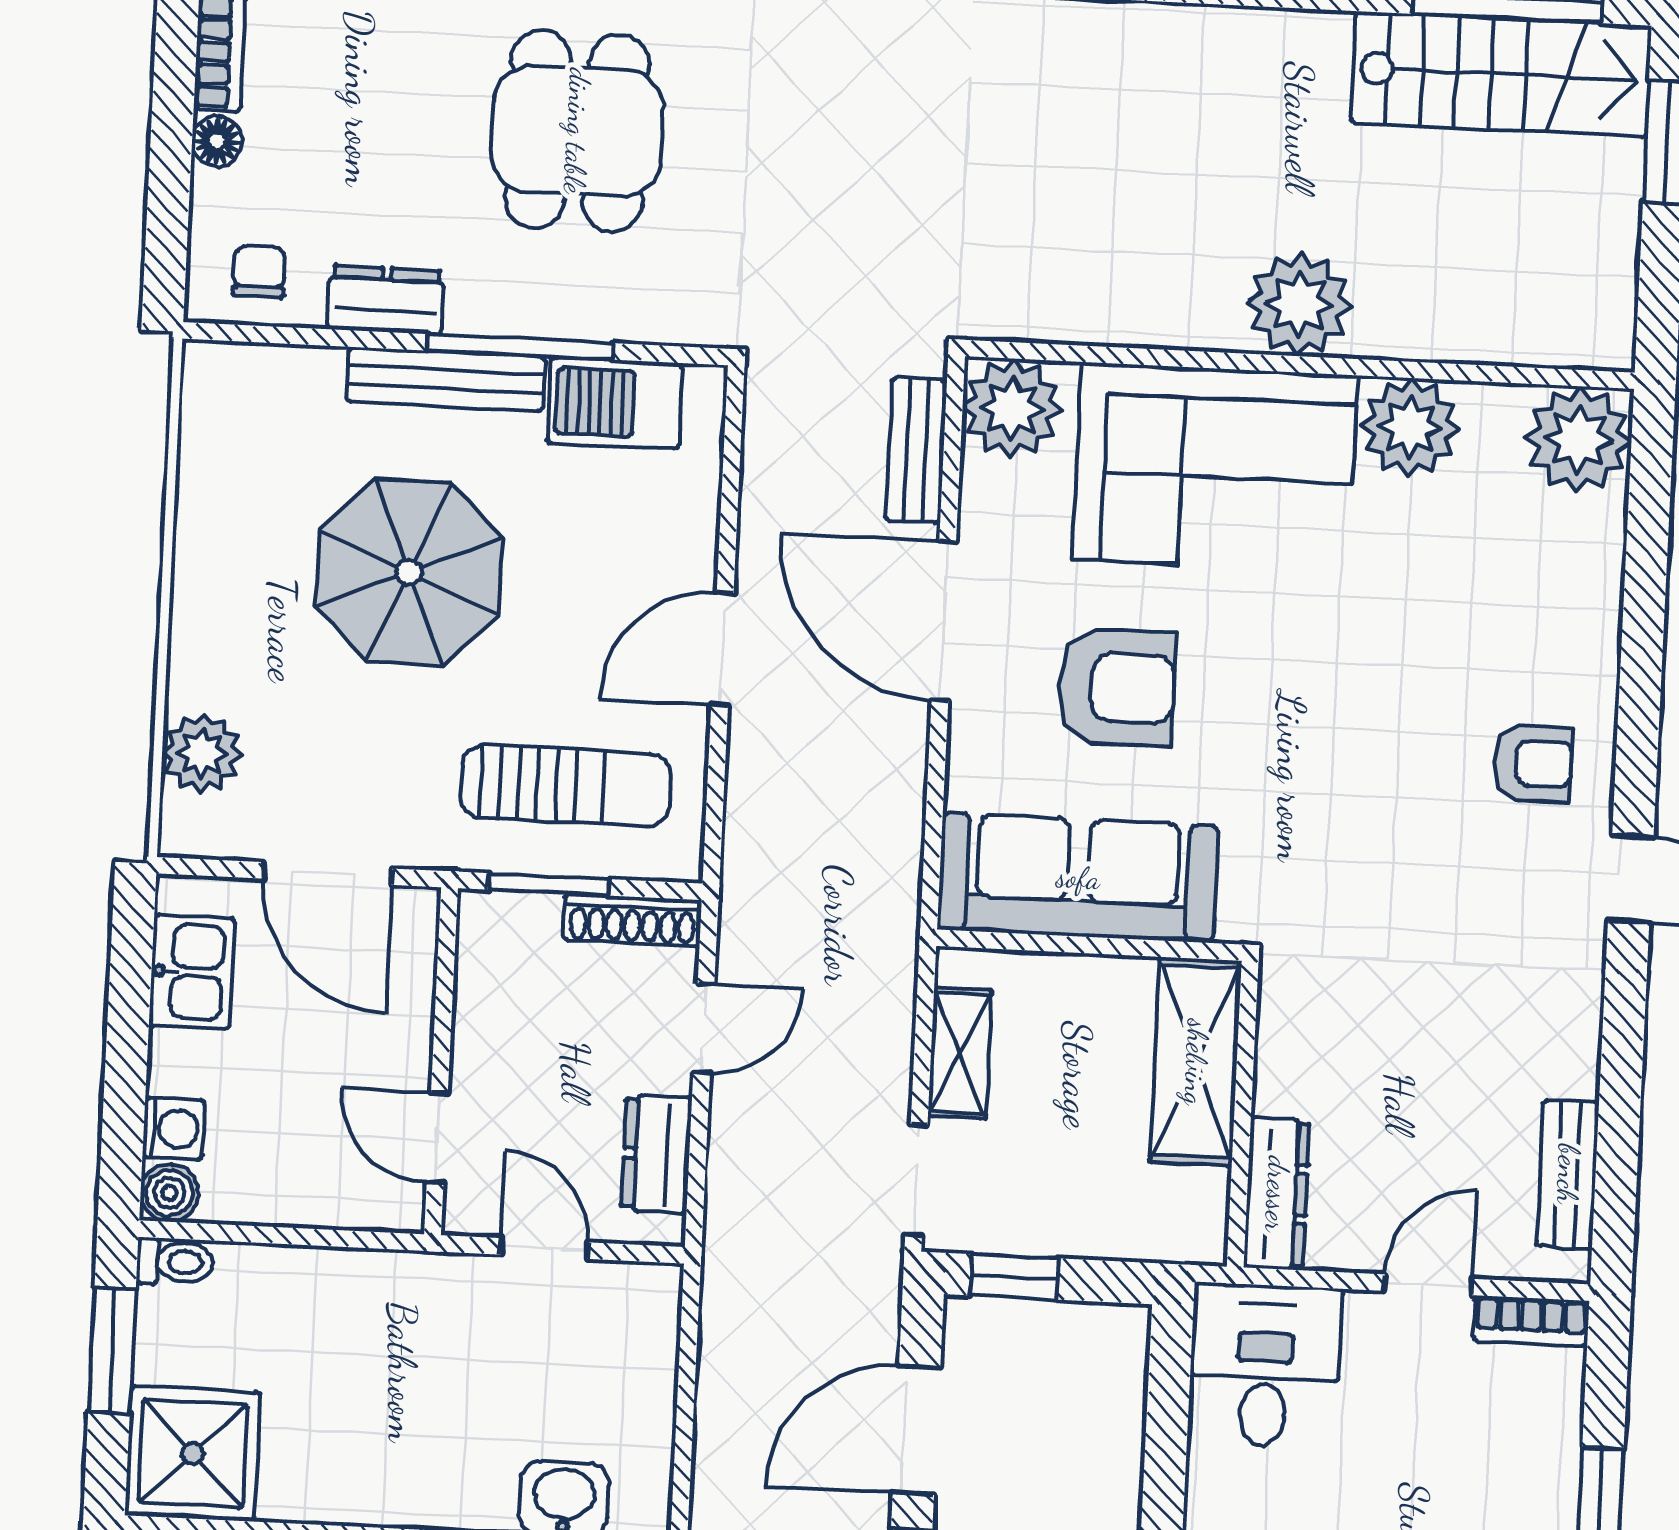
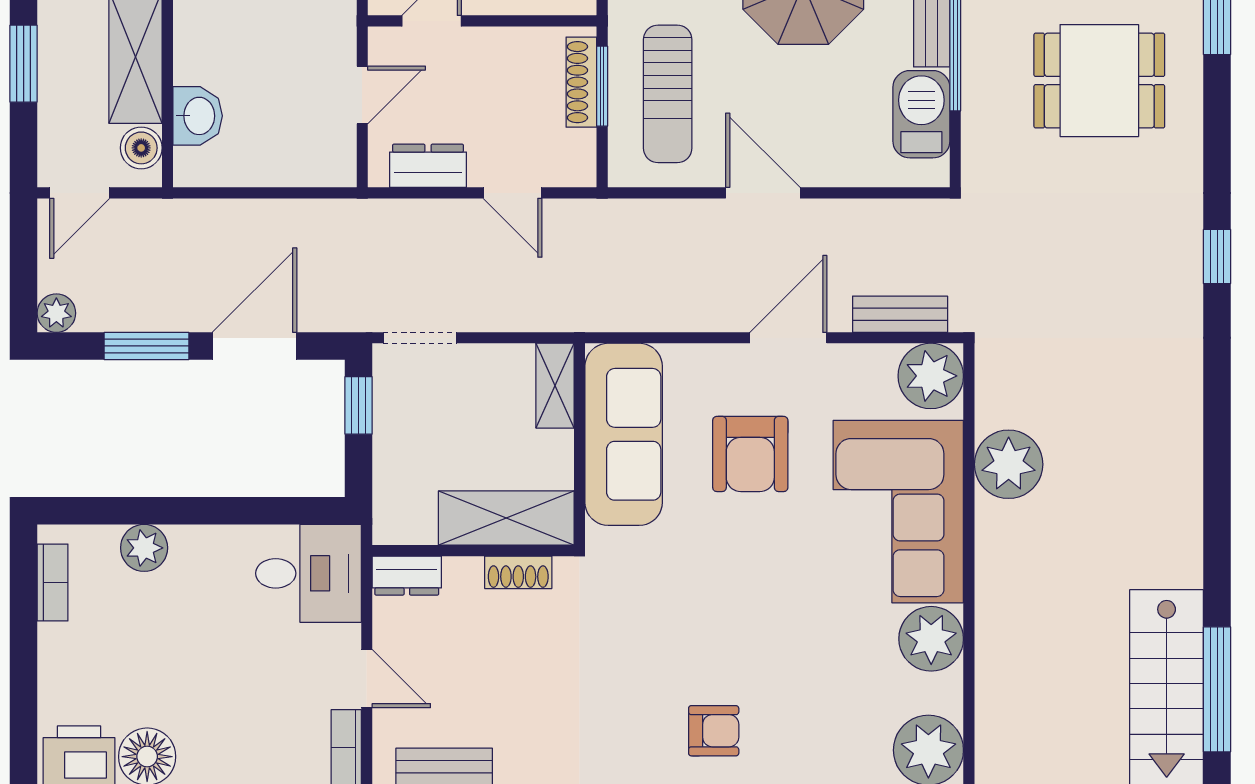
plant: (1299, 304) -> (1009, 464), moved
door: (944, 621) -> (788, 338), width x0.73
armchair: (1533, 763) -> (714, 731), turned -90
shoe rack: (632, 920) -> (581, 82), moved
shoe rack: (1279, 1048) -> (518, 572), added
shelving: (960, 1053) -> (555, 386), moved, turned 90
dresser: (1277, 1194) -> (407, 576), width x0.70
door: (916, 1430) -> (254, 346), hinge flipped

